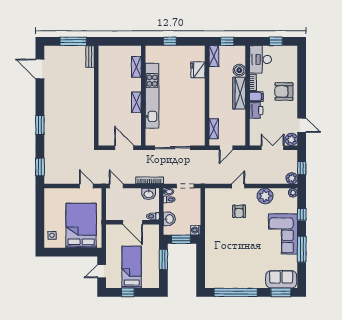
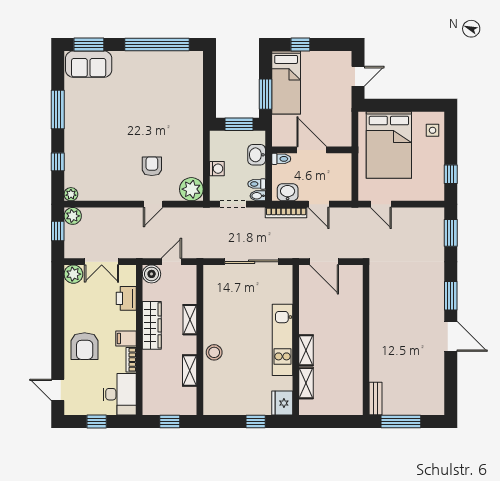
shelving: (214, 56) -> (190, 370), moved
door: (40, 69) -> (451, 336), moved
fridge: (198, 70) -> (282, 403), moved, turned 180
boiler: (239, 70) -> (152, 274), moved
stool: (198, 87) -> (214, 352), added
armchair: (284, 91) -> (85, 346), turned 90
wardrobe: (239, 93) -> (152, 325), moved
kitchen unit: (152, 96) -> (282, 340), width x0.73
shelving: (136, 102) -> (306, 350), moved
printer: (256, 110) -> (126, 298), moved
door: (302, 125) -> (58, 390), moved
shelving: (214, 129) -> (190, 320), moved
door: (116, 186) -> (319, 204), moved
plant: (265, 196) -> (191, 189), moved
window: (40, 206) -> (451, 174), added
washing machine: (196, 230) -> (217, 169), moved
corner sofa: (283, 234) -> (86, 132), removed
bed: (132, 267) -> (286, 83), moved
window: (128, 292) -> (300, 44), moved

